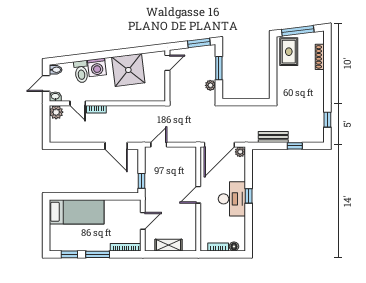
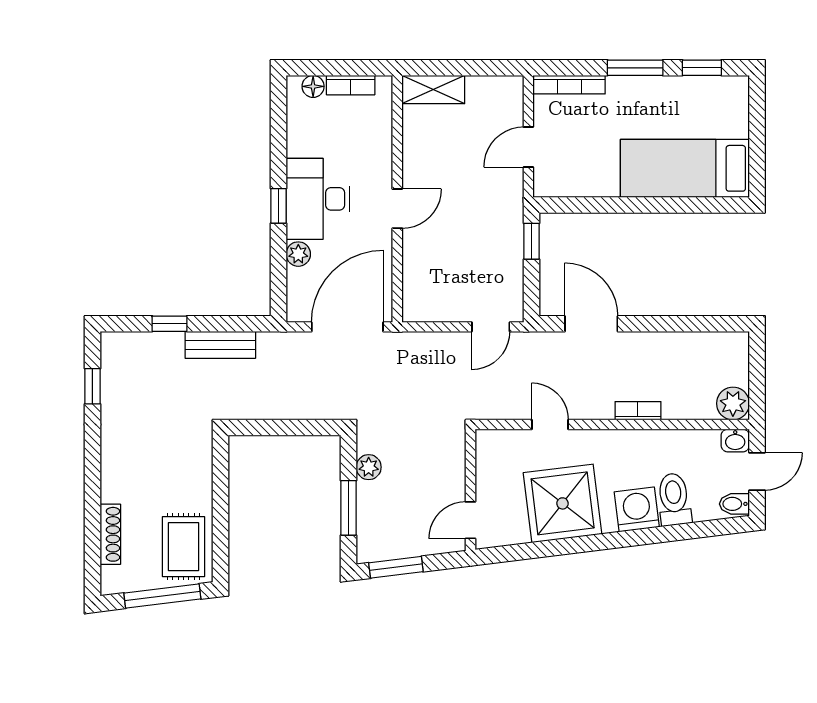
door: (78, 103) -> (550, 424), moved
plant: (240, 152) -> (298, 254), moved
shelving: (168, 245) -> (433, 90), moved

